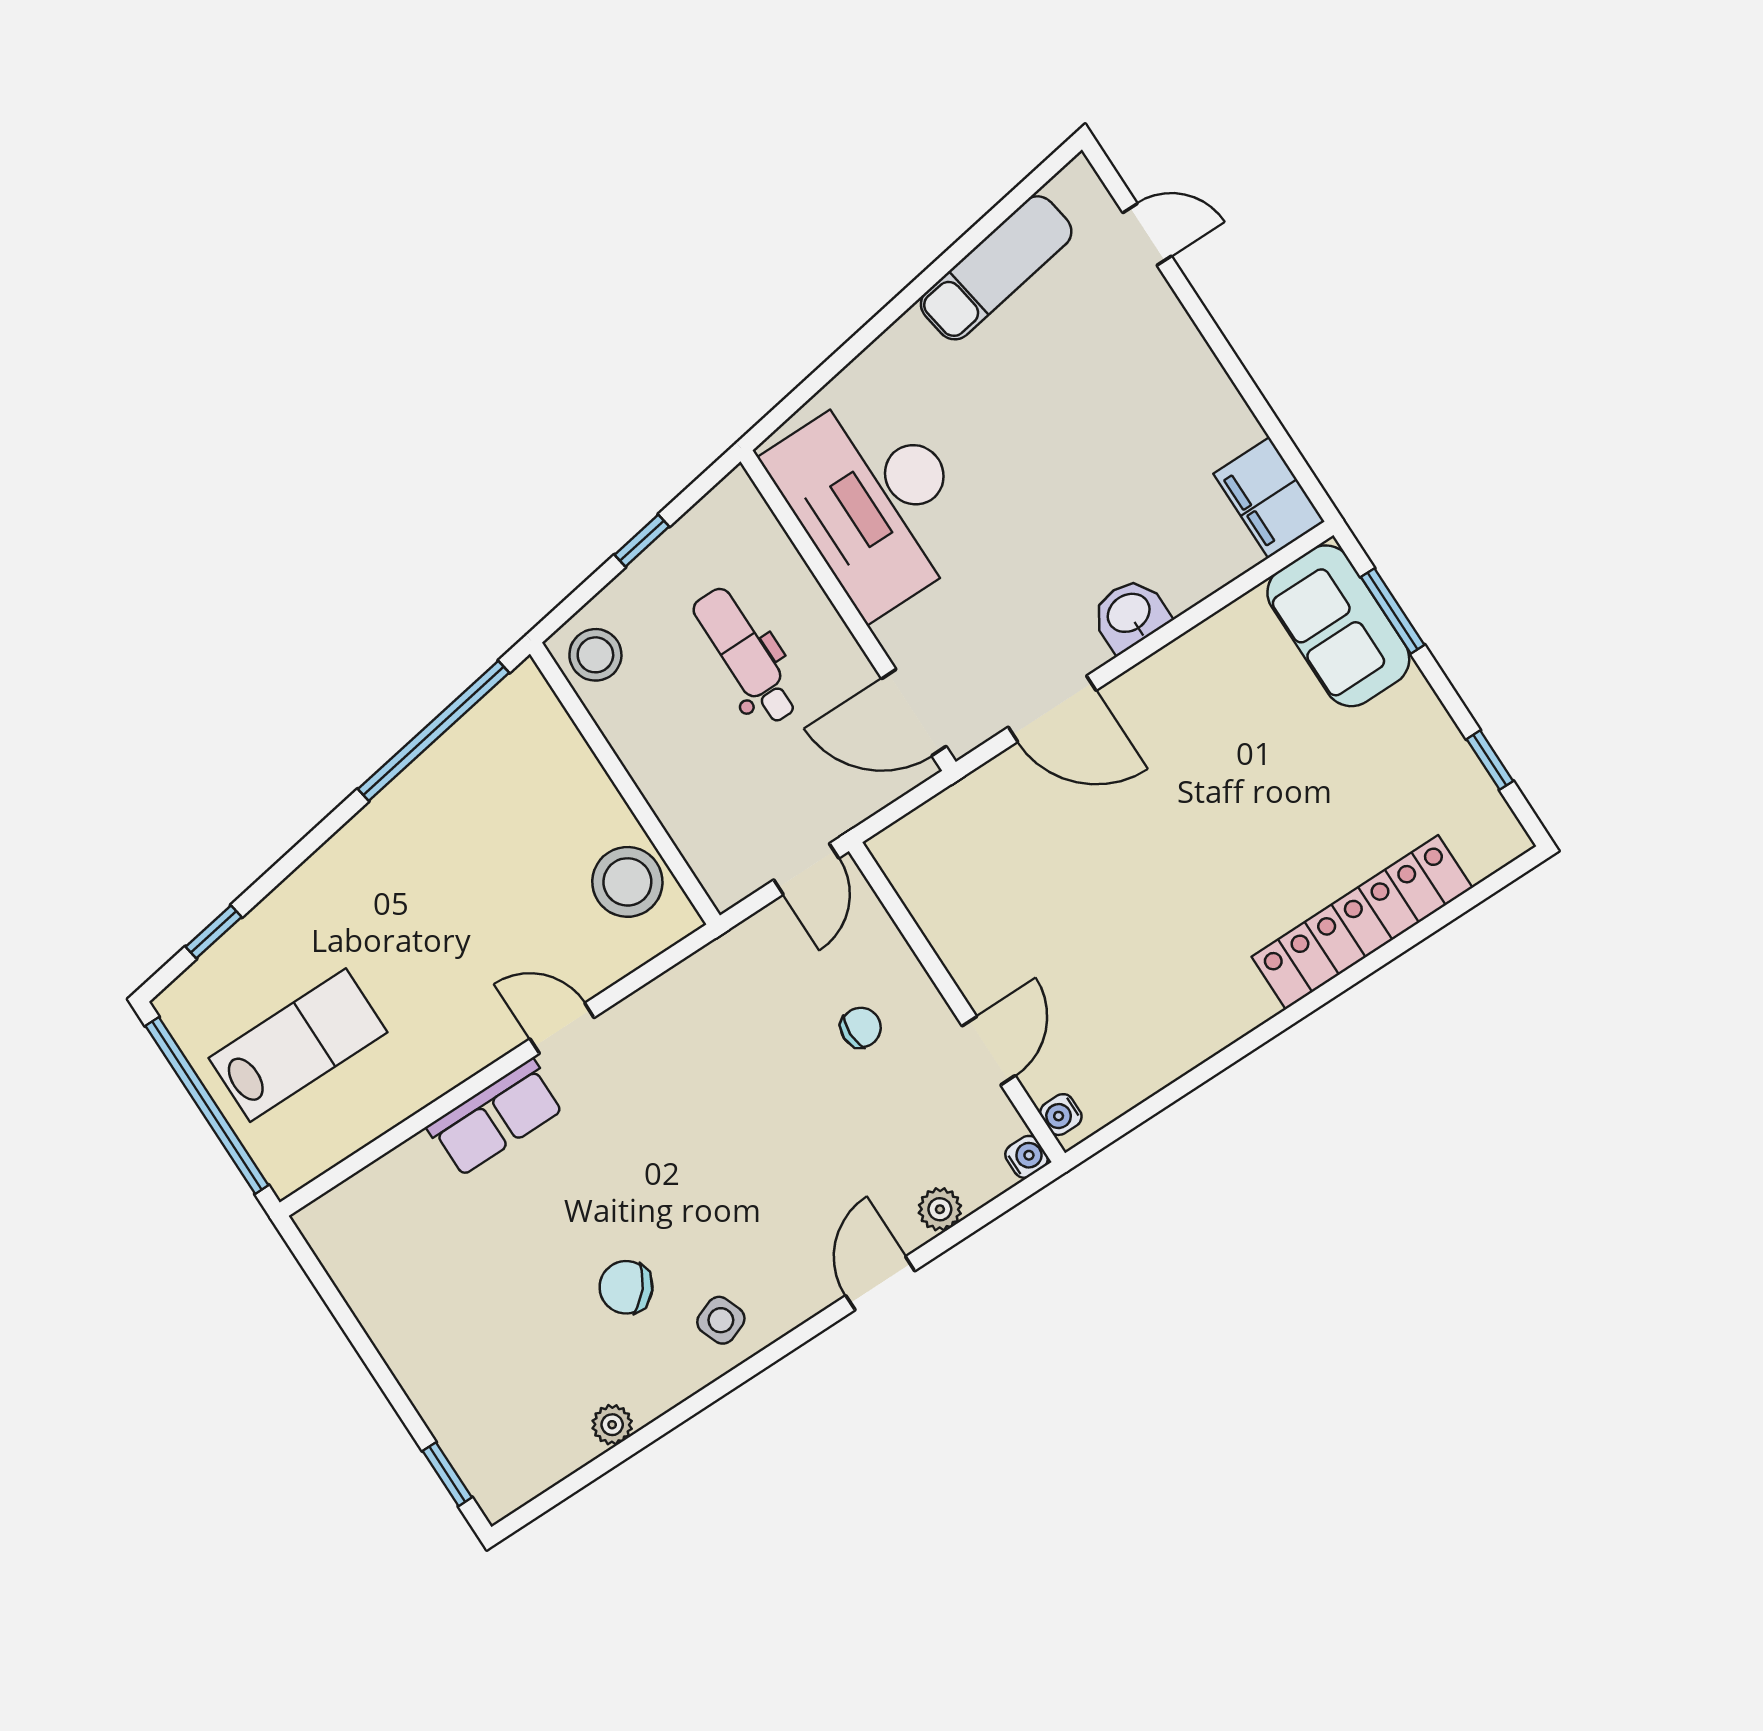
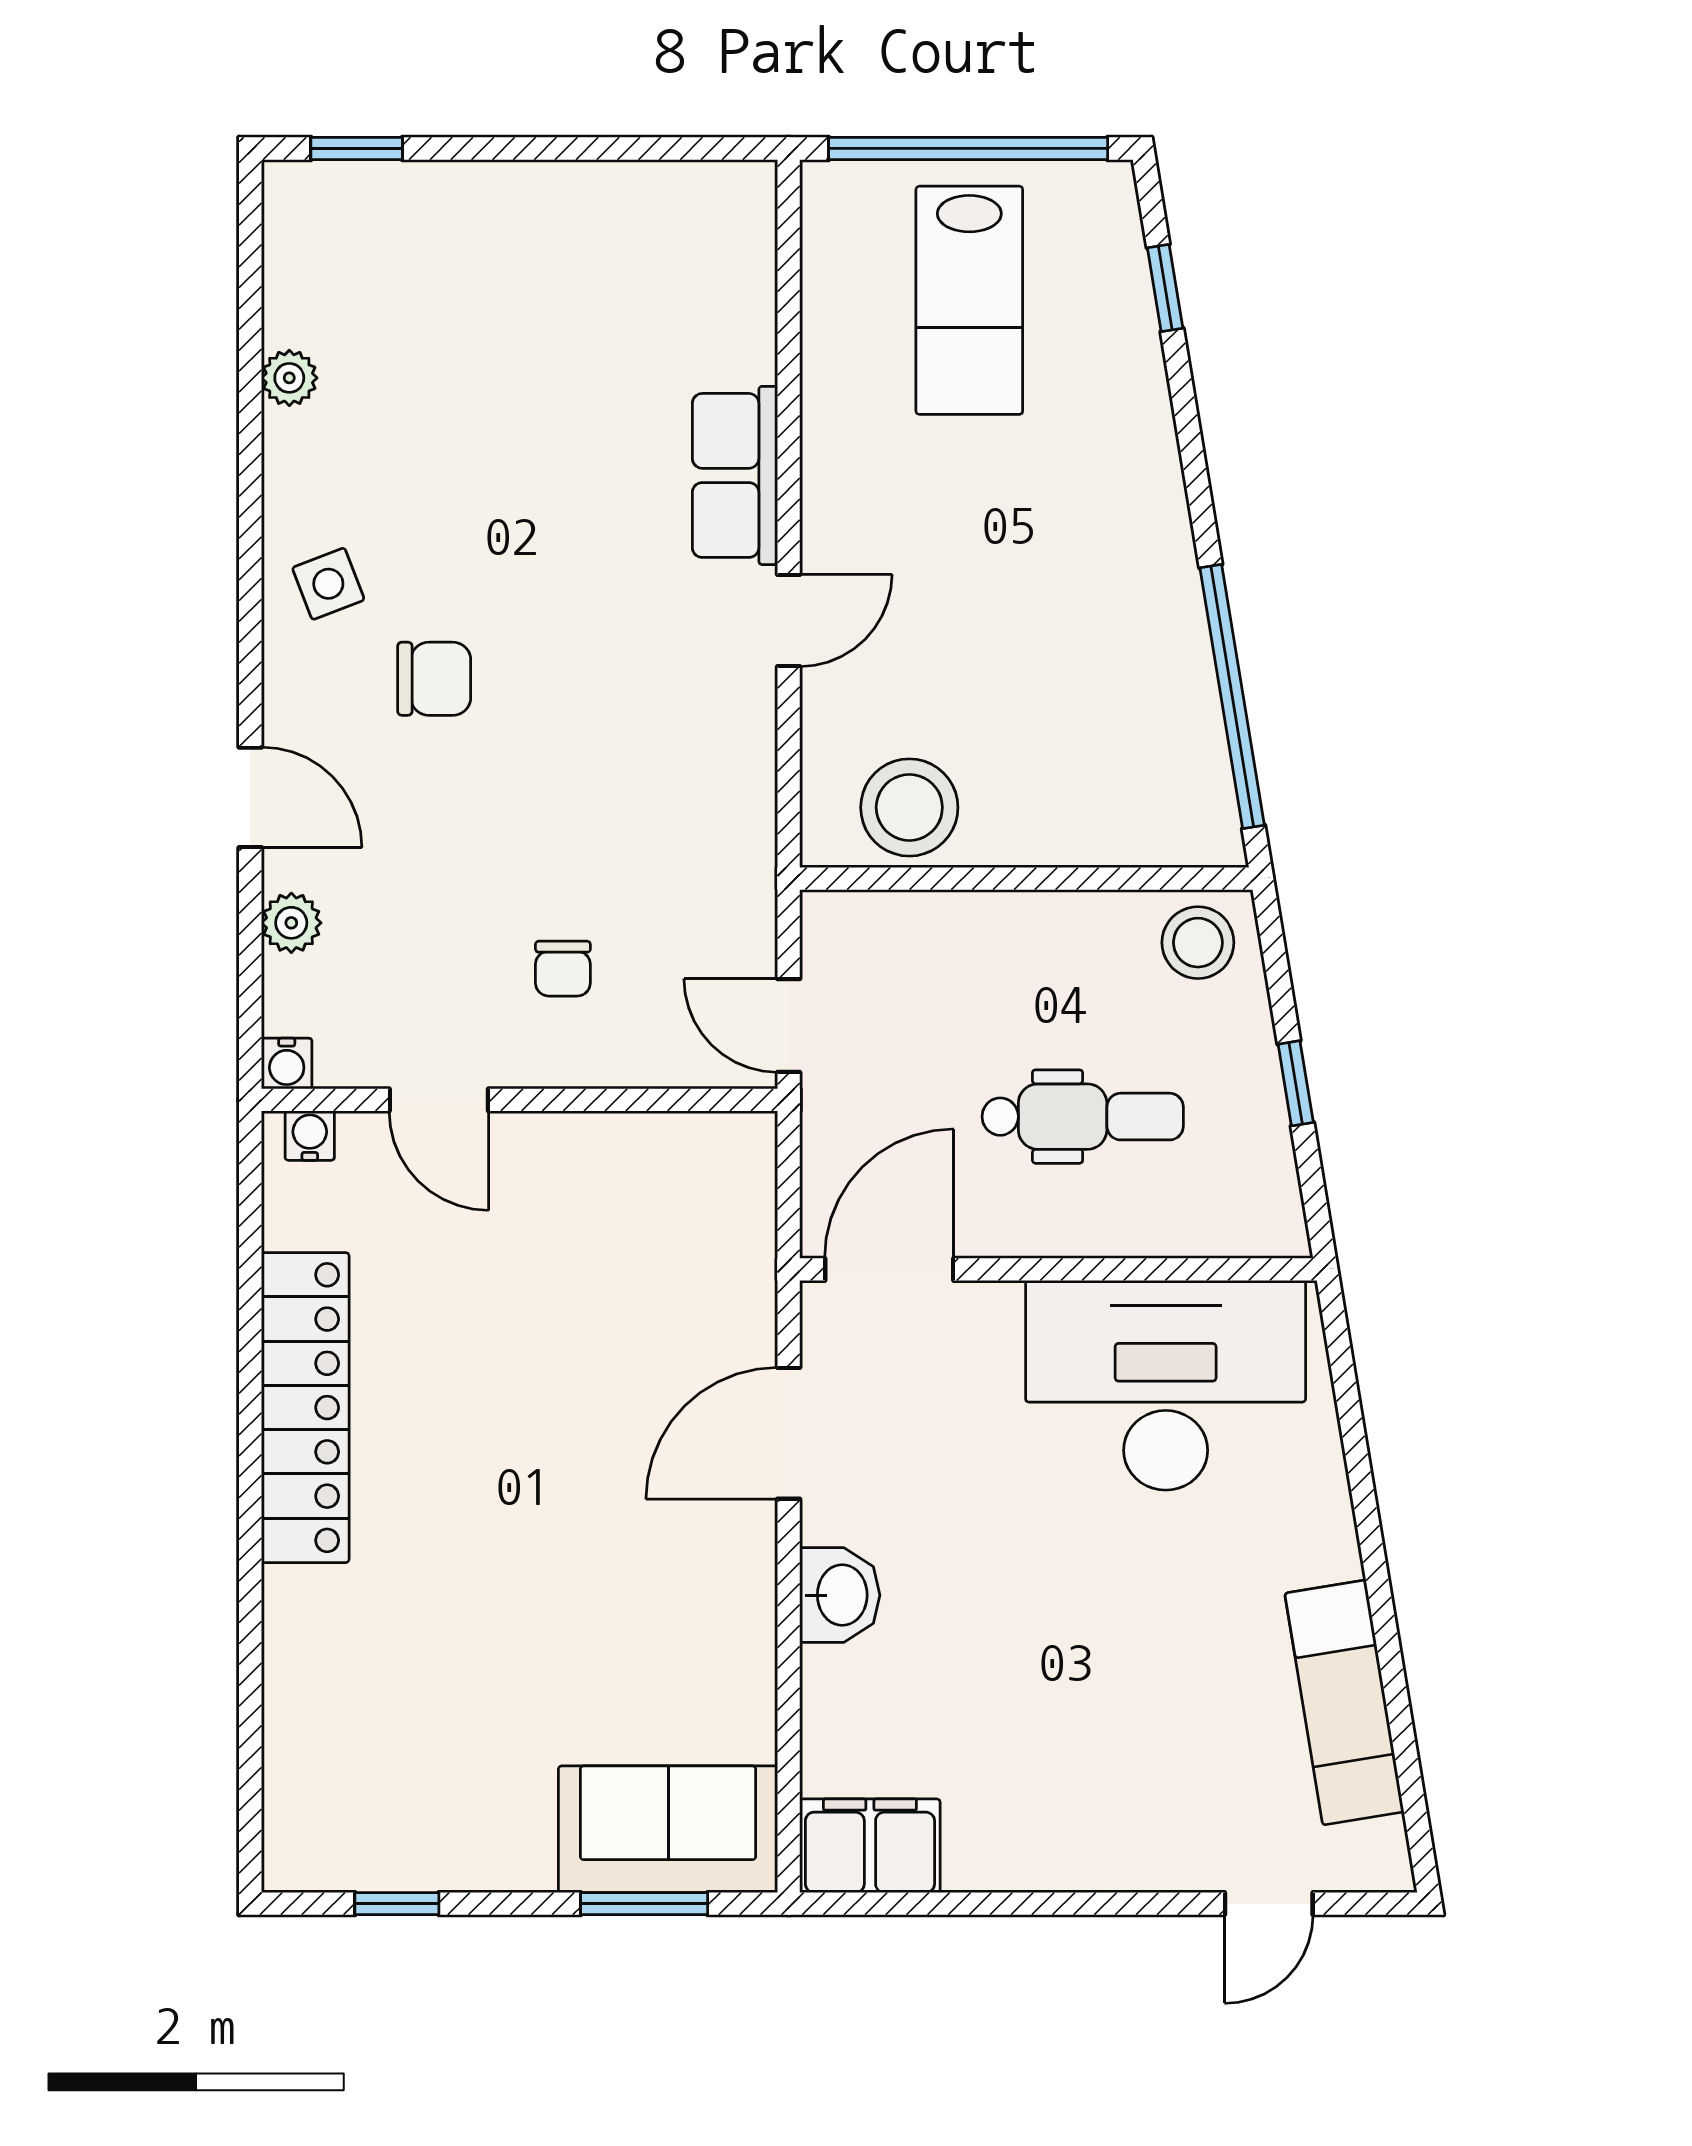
locker: (1362, 922) -> (305, 1408), moved
chair: (626, 1287) -> (434, 679), moved, turned 50

